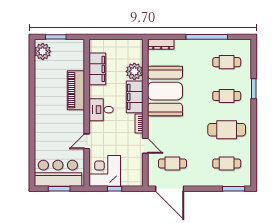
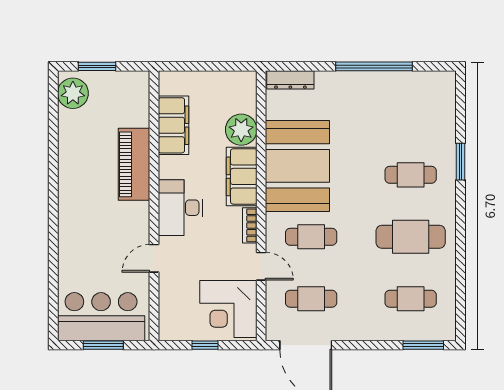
cafe table: (227, 62) -> (311, 237), moved
desk: (101, 110) -> (180, 208), width x1.37
corner desk: (105, 171) -> (228, 309), moved, turned -90

